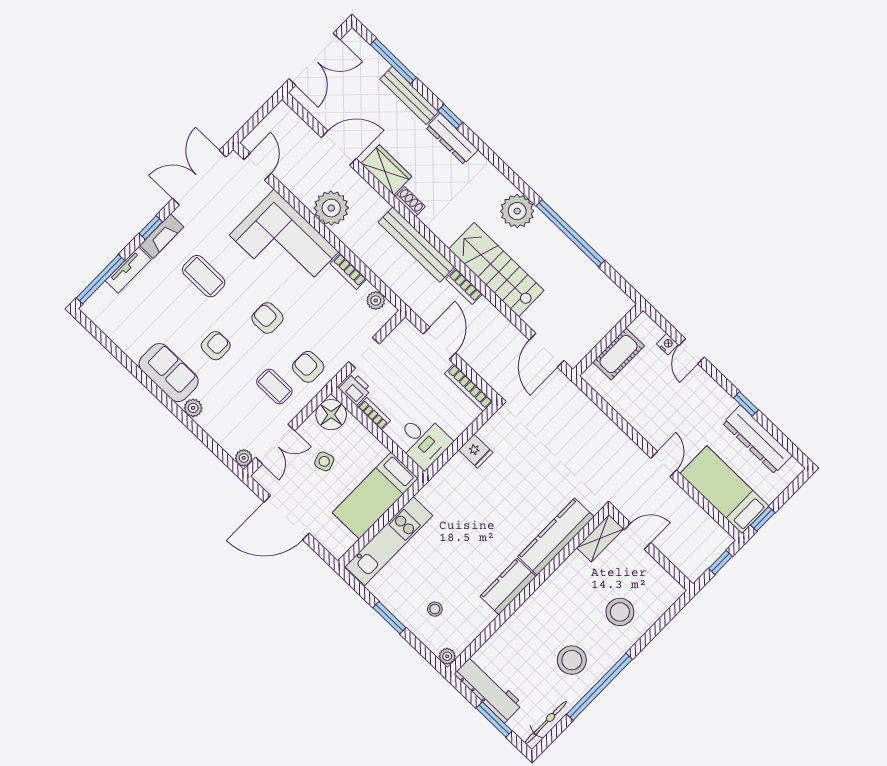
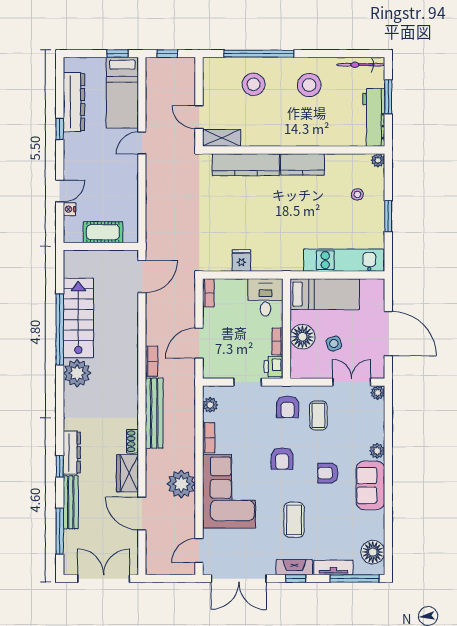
stairs: (496, 270) -> (78, 318), moved, turned 180
floor lamp: (108, 318) -> (373, 552), added
bookcase: (469, 388) -> (208, 293), width x0.64
floor lamp: (331, 415) -> (302, 337), moved
window: (600, 687) -> (259, 54), moved

